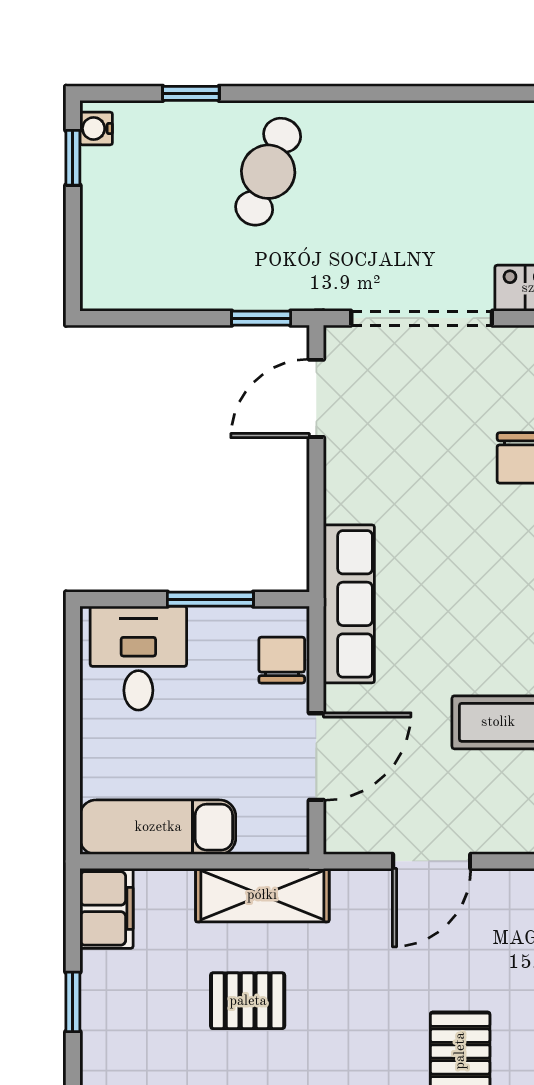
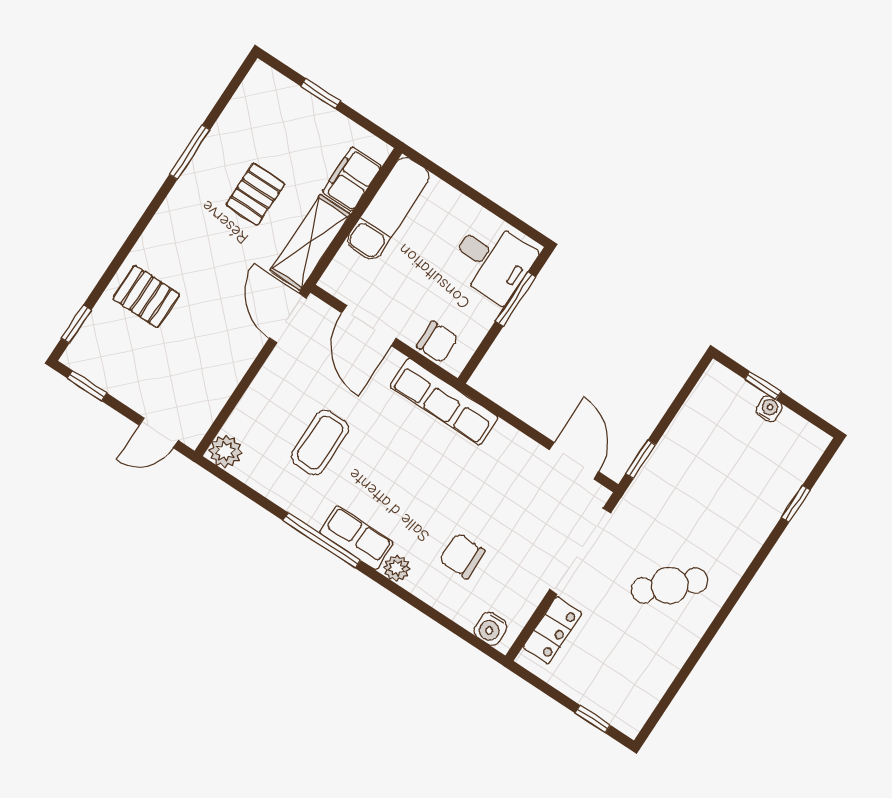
water cooler: (96, 128) -> (769, 409), moved
window: (73, 158) -> (763, 385), moved
cafe table: (268, 172) -> (670, 585), moved, turned -65
window: (210, 599) -> (516, 299), moved
door: (432, 861) -> (288, 318), moved
filing cabinet: (107, 908) -> (352, 179), moved, turned 90

